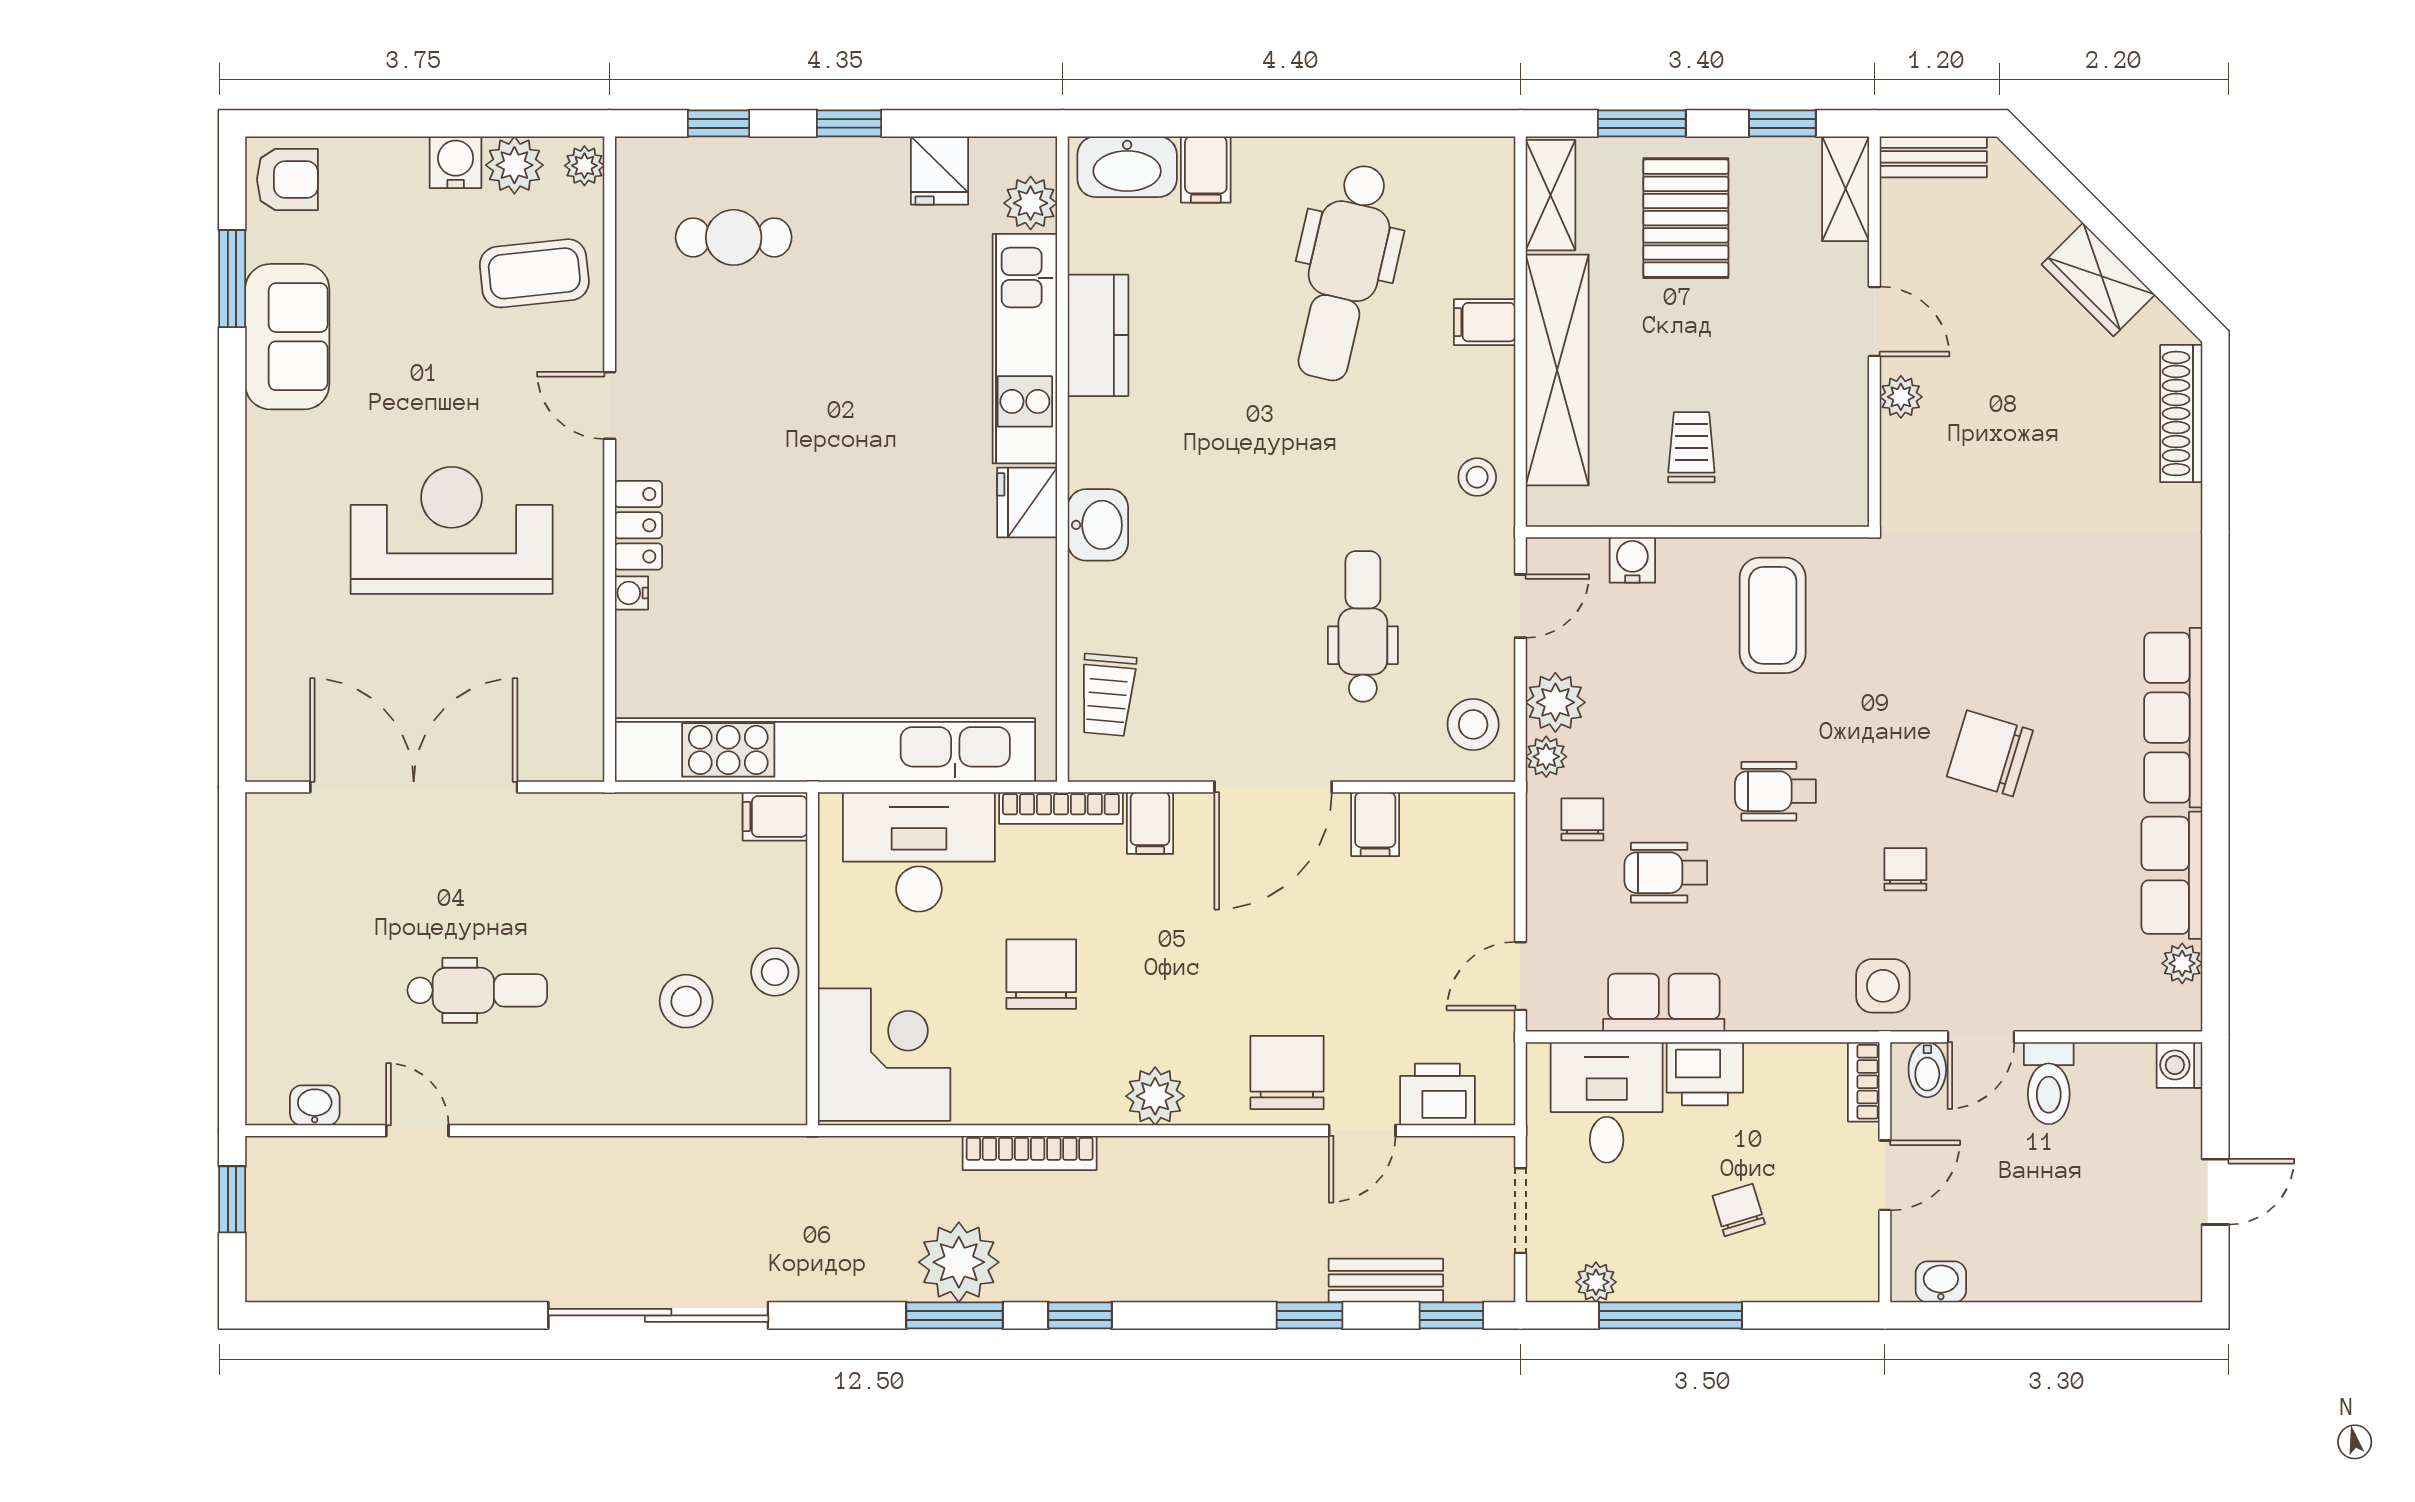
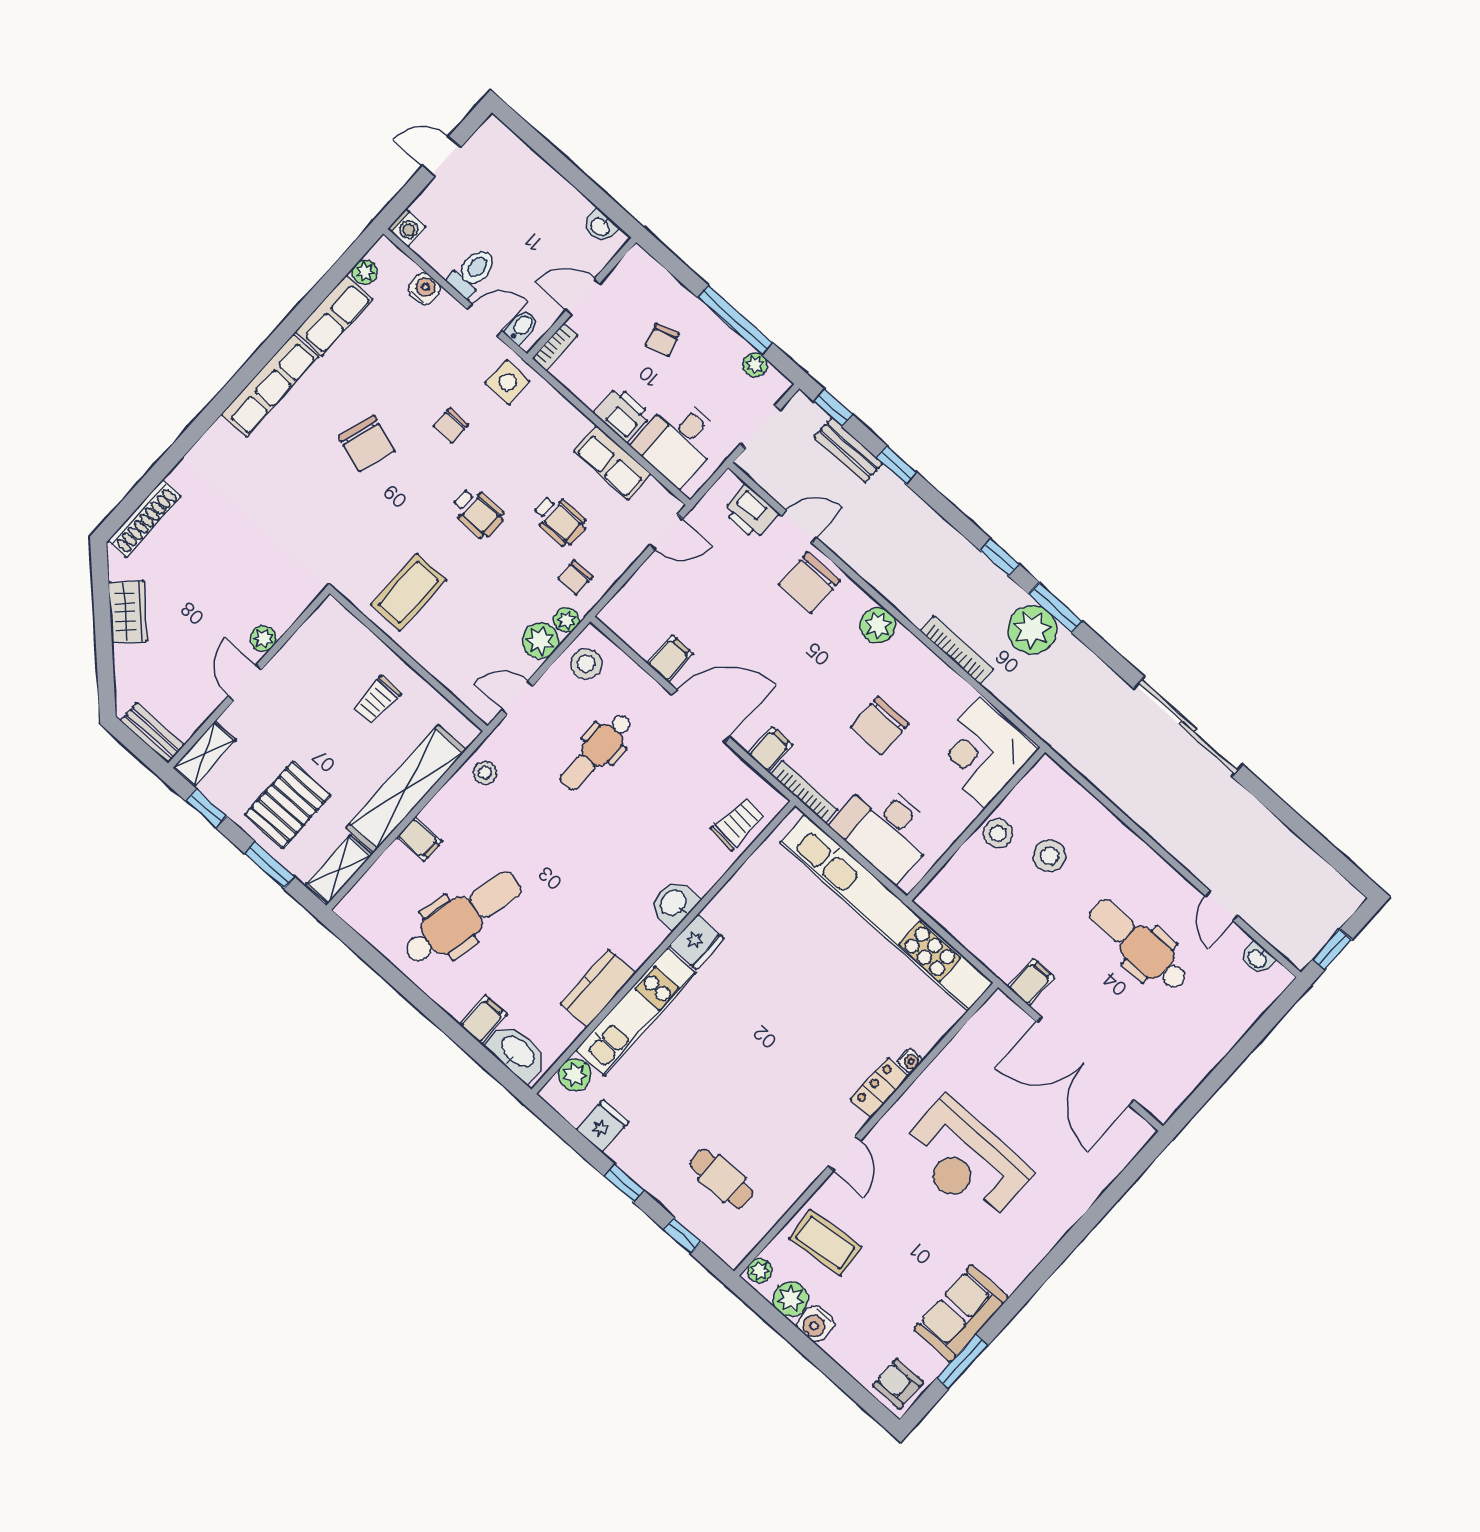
water cooler: (1632, 560) -> (424, 289), moved, turned 180
filing cabinet: (775, 816) -> (1031, 982), moved, turned -90
dental chair: (477, 990) -> (1139, 945), width x1.36, depth x1.38

